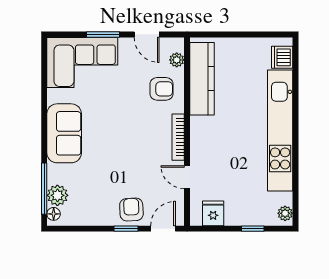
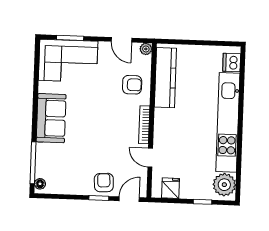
window: (103, 34) -> (70, 38), moved
plant: (177, 60) -> (146, 49), moved
plant: (57, 195) -> (44, 169), removed
plant: (285, 213) -> (224, 185), width x1.87, depth x1.87

